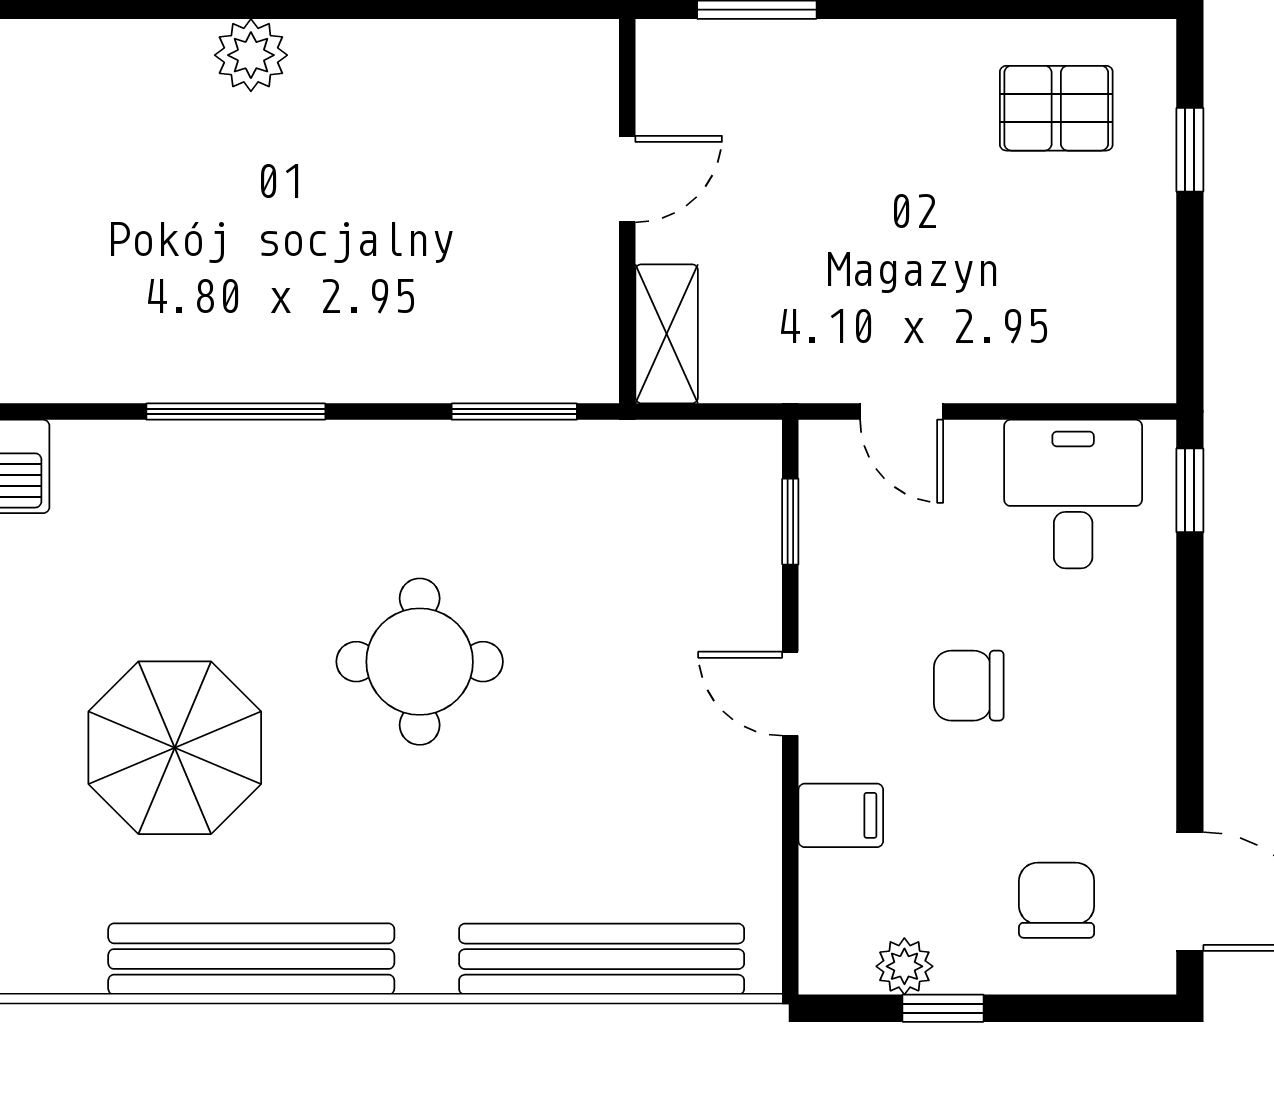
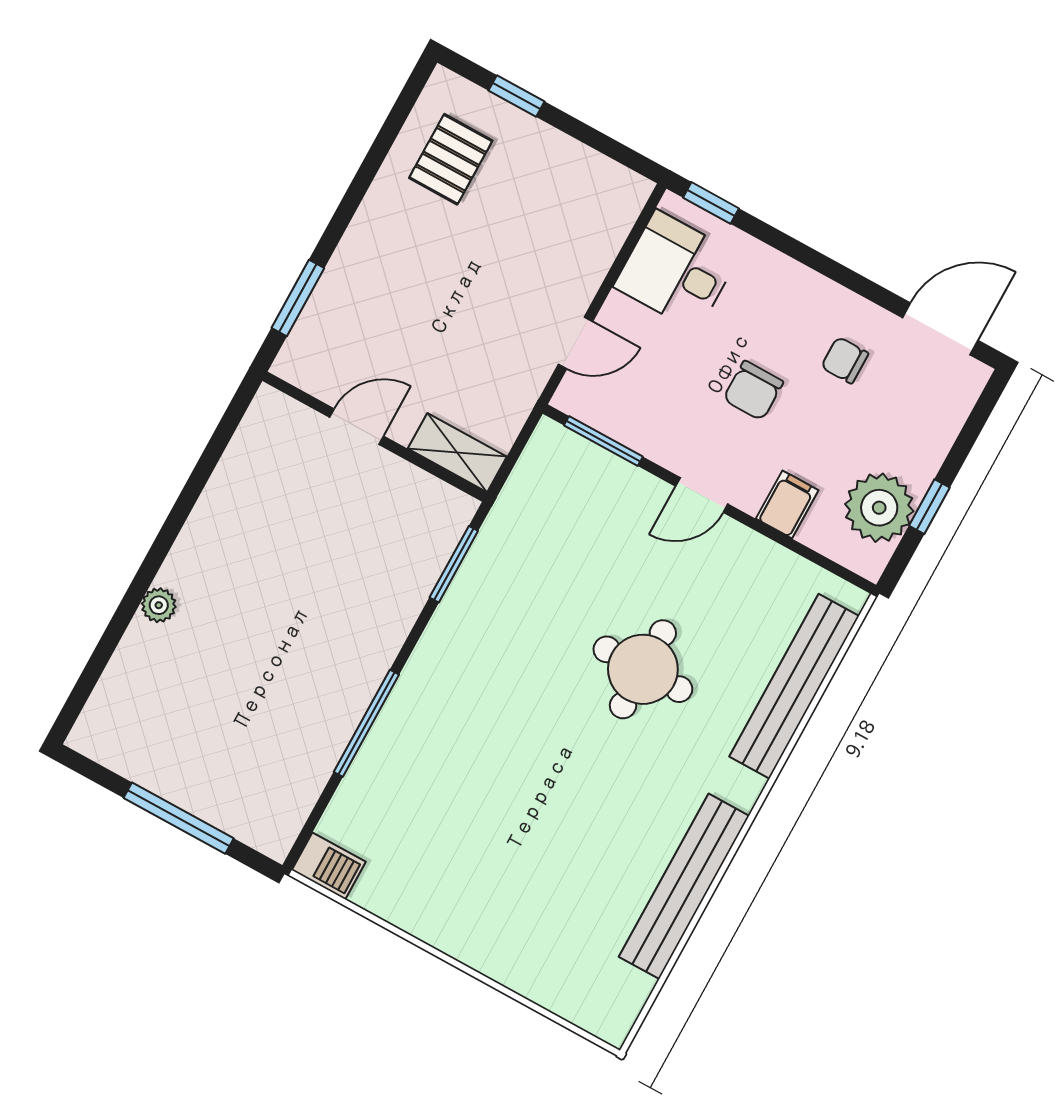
plant: (251, 55) -> (159, 605), width x0.73, depth x0.73
door: (627, 179) -> (356, 427), hinge flipped
window: (790, 522) -> (603, 441), width x1.50
round table: (420, 662) -> (643, 669), moved
parasol: (175, 748) -> (539, 864), removed
chair: (1057, 900) -> (845, 360), moved, width x0.73, depth x0.73
plant: (904, 966) -> (879, 508), width x1.87, depth x1.87

